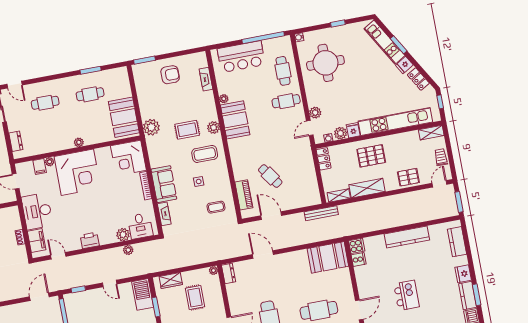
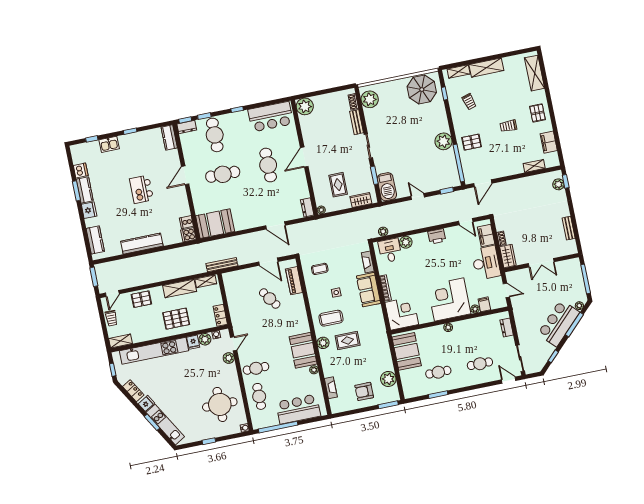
plant: (151, 127) -> (388, 379), moved
wardrobe: (13, 218) -> (508, 256), added
plant: (128, 250) -> (383, 232), moved

